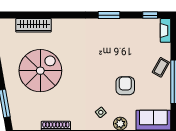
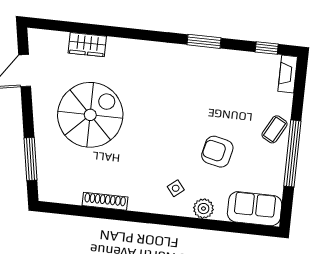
wardrobe: (33, 25) -> (87, 45), width x0.67
armchair: (125, 86) -> (217, 152), turned -77

